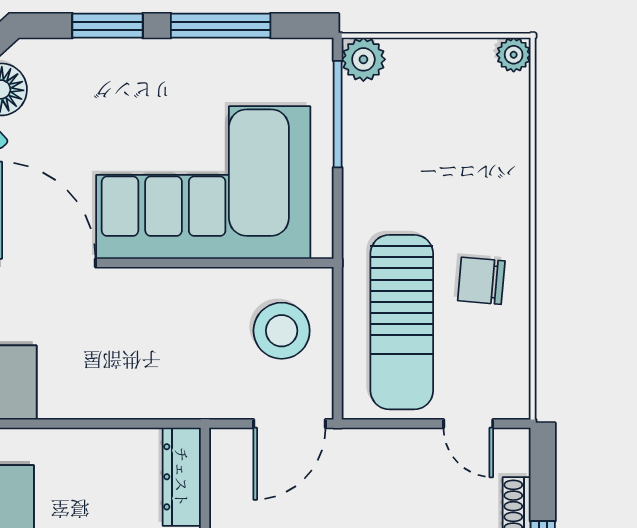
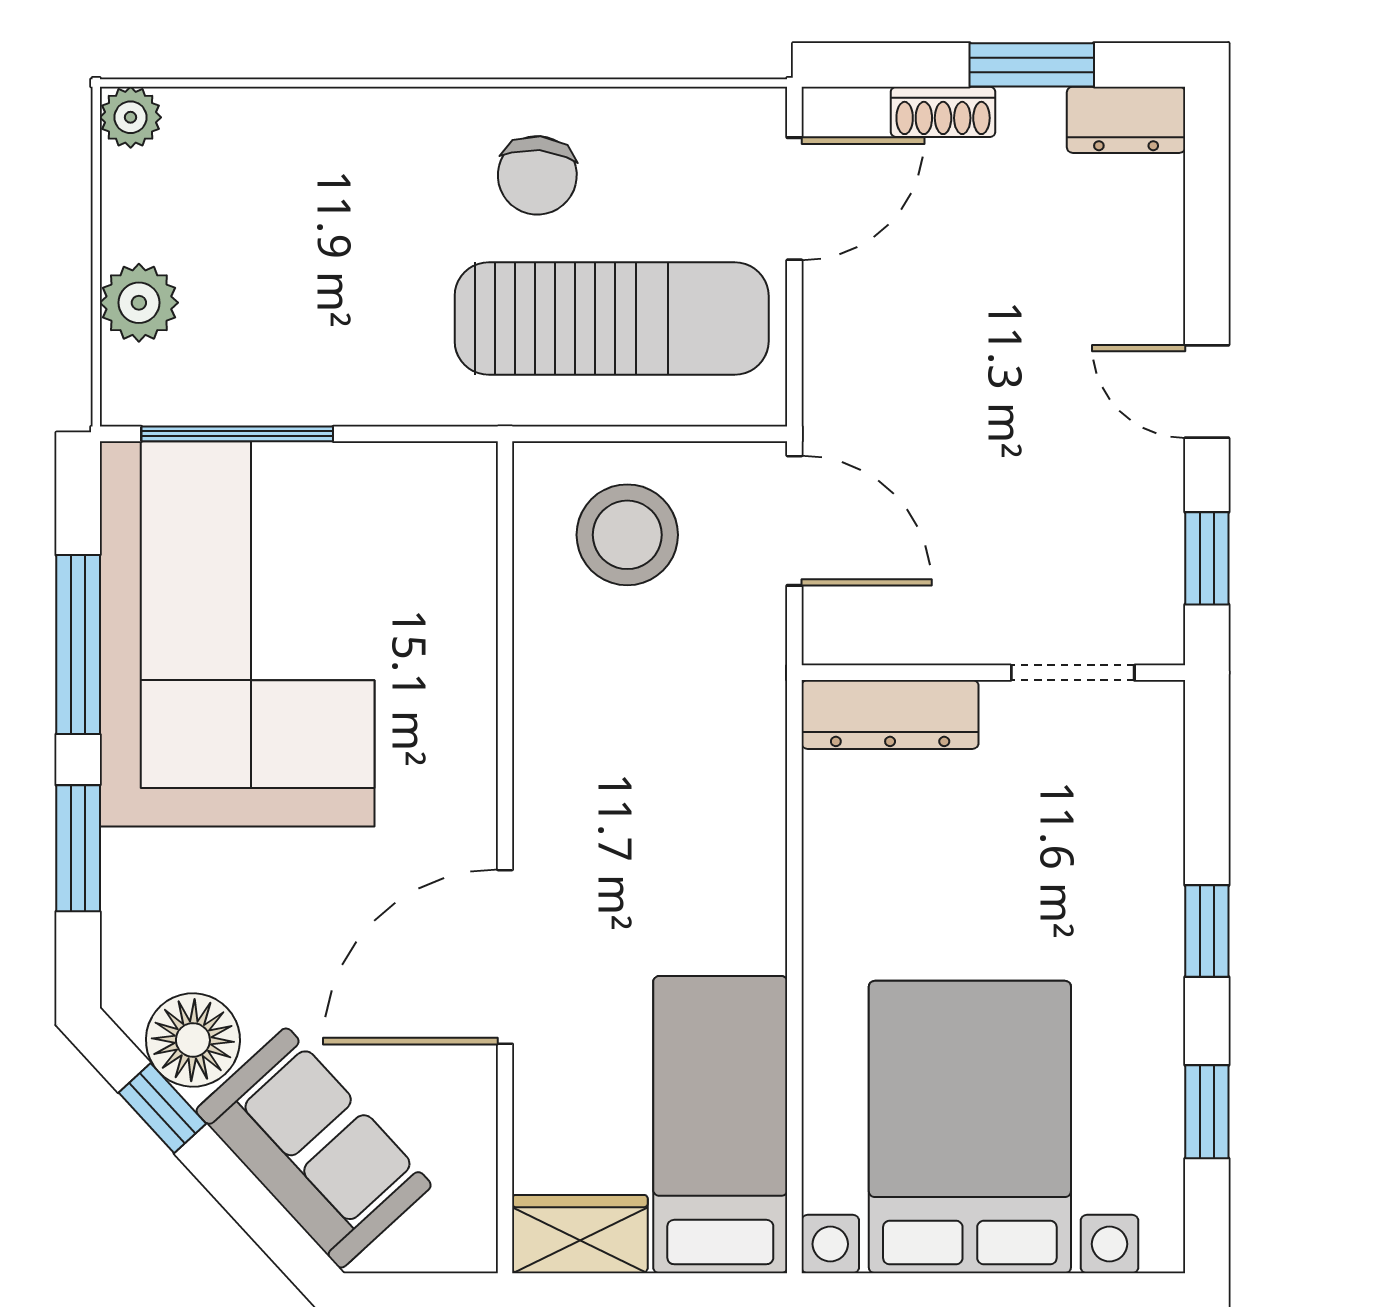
plant: (363, 59) -> (139, 303), moved
corner sofa: (203, 183) -> (237, 634), moved, turned 180
door: (468, 424) -> (794, 199), width x1.37

